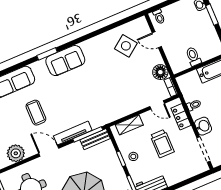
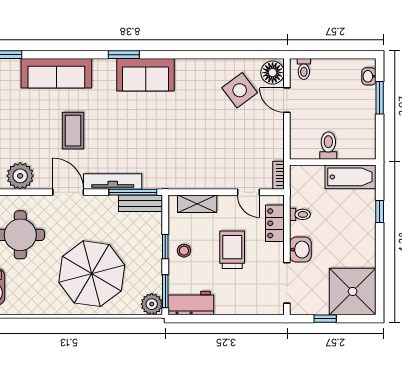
floor lamp: (160, 72) -> (273, 73), moved
trolley: (162, 144) -> (232, 250), turned 180

